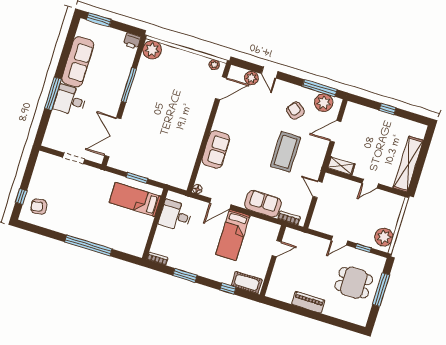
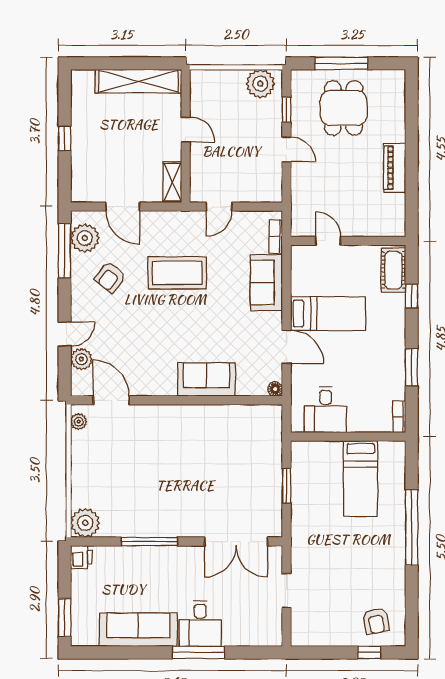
bed: (135, 199) -> (361, 479), moved

